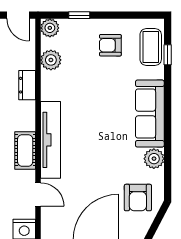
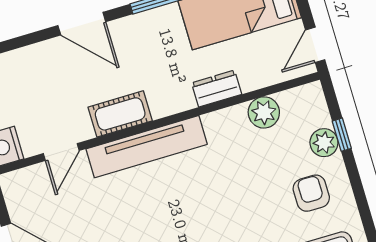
plant: (50, 28) -> (324, 143), moved

